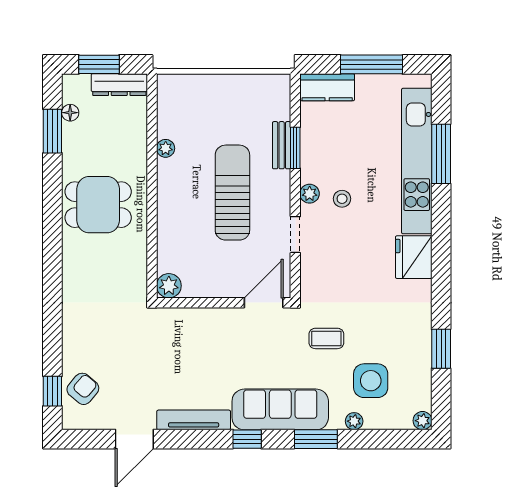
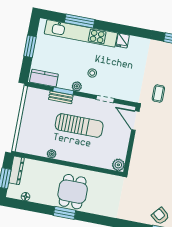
window: (371, 64) -> (30, 46), width x0.69
kitchen counter: (327, 87) -> (44, 78), moved, turned -90
window: (52, 131) -> (64, 213), moved
sun lounger: (232, 193) -> (79, 125), turned 180
plant: (310, 194) -> (77, 86), moved
fridge: (414, 257) -> (123, 41), width x0.53, depth x0.75

